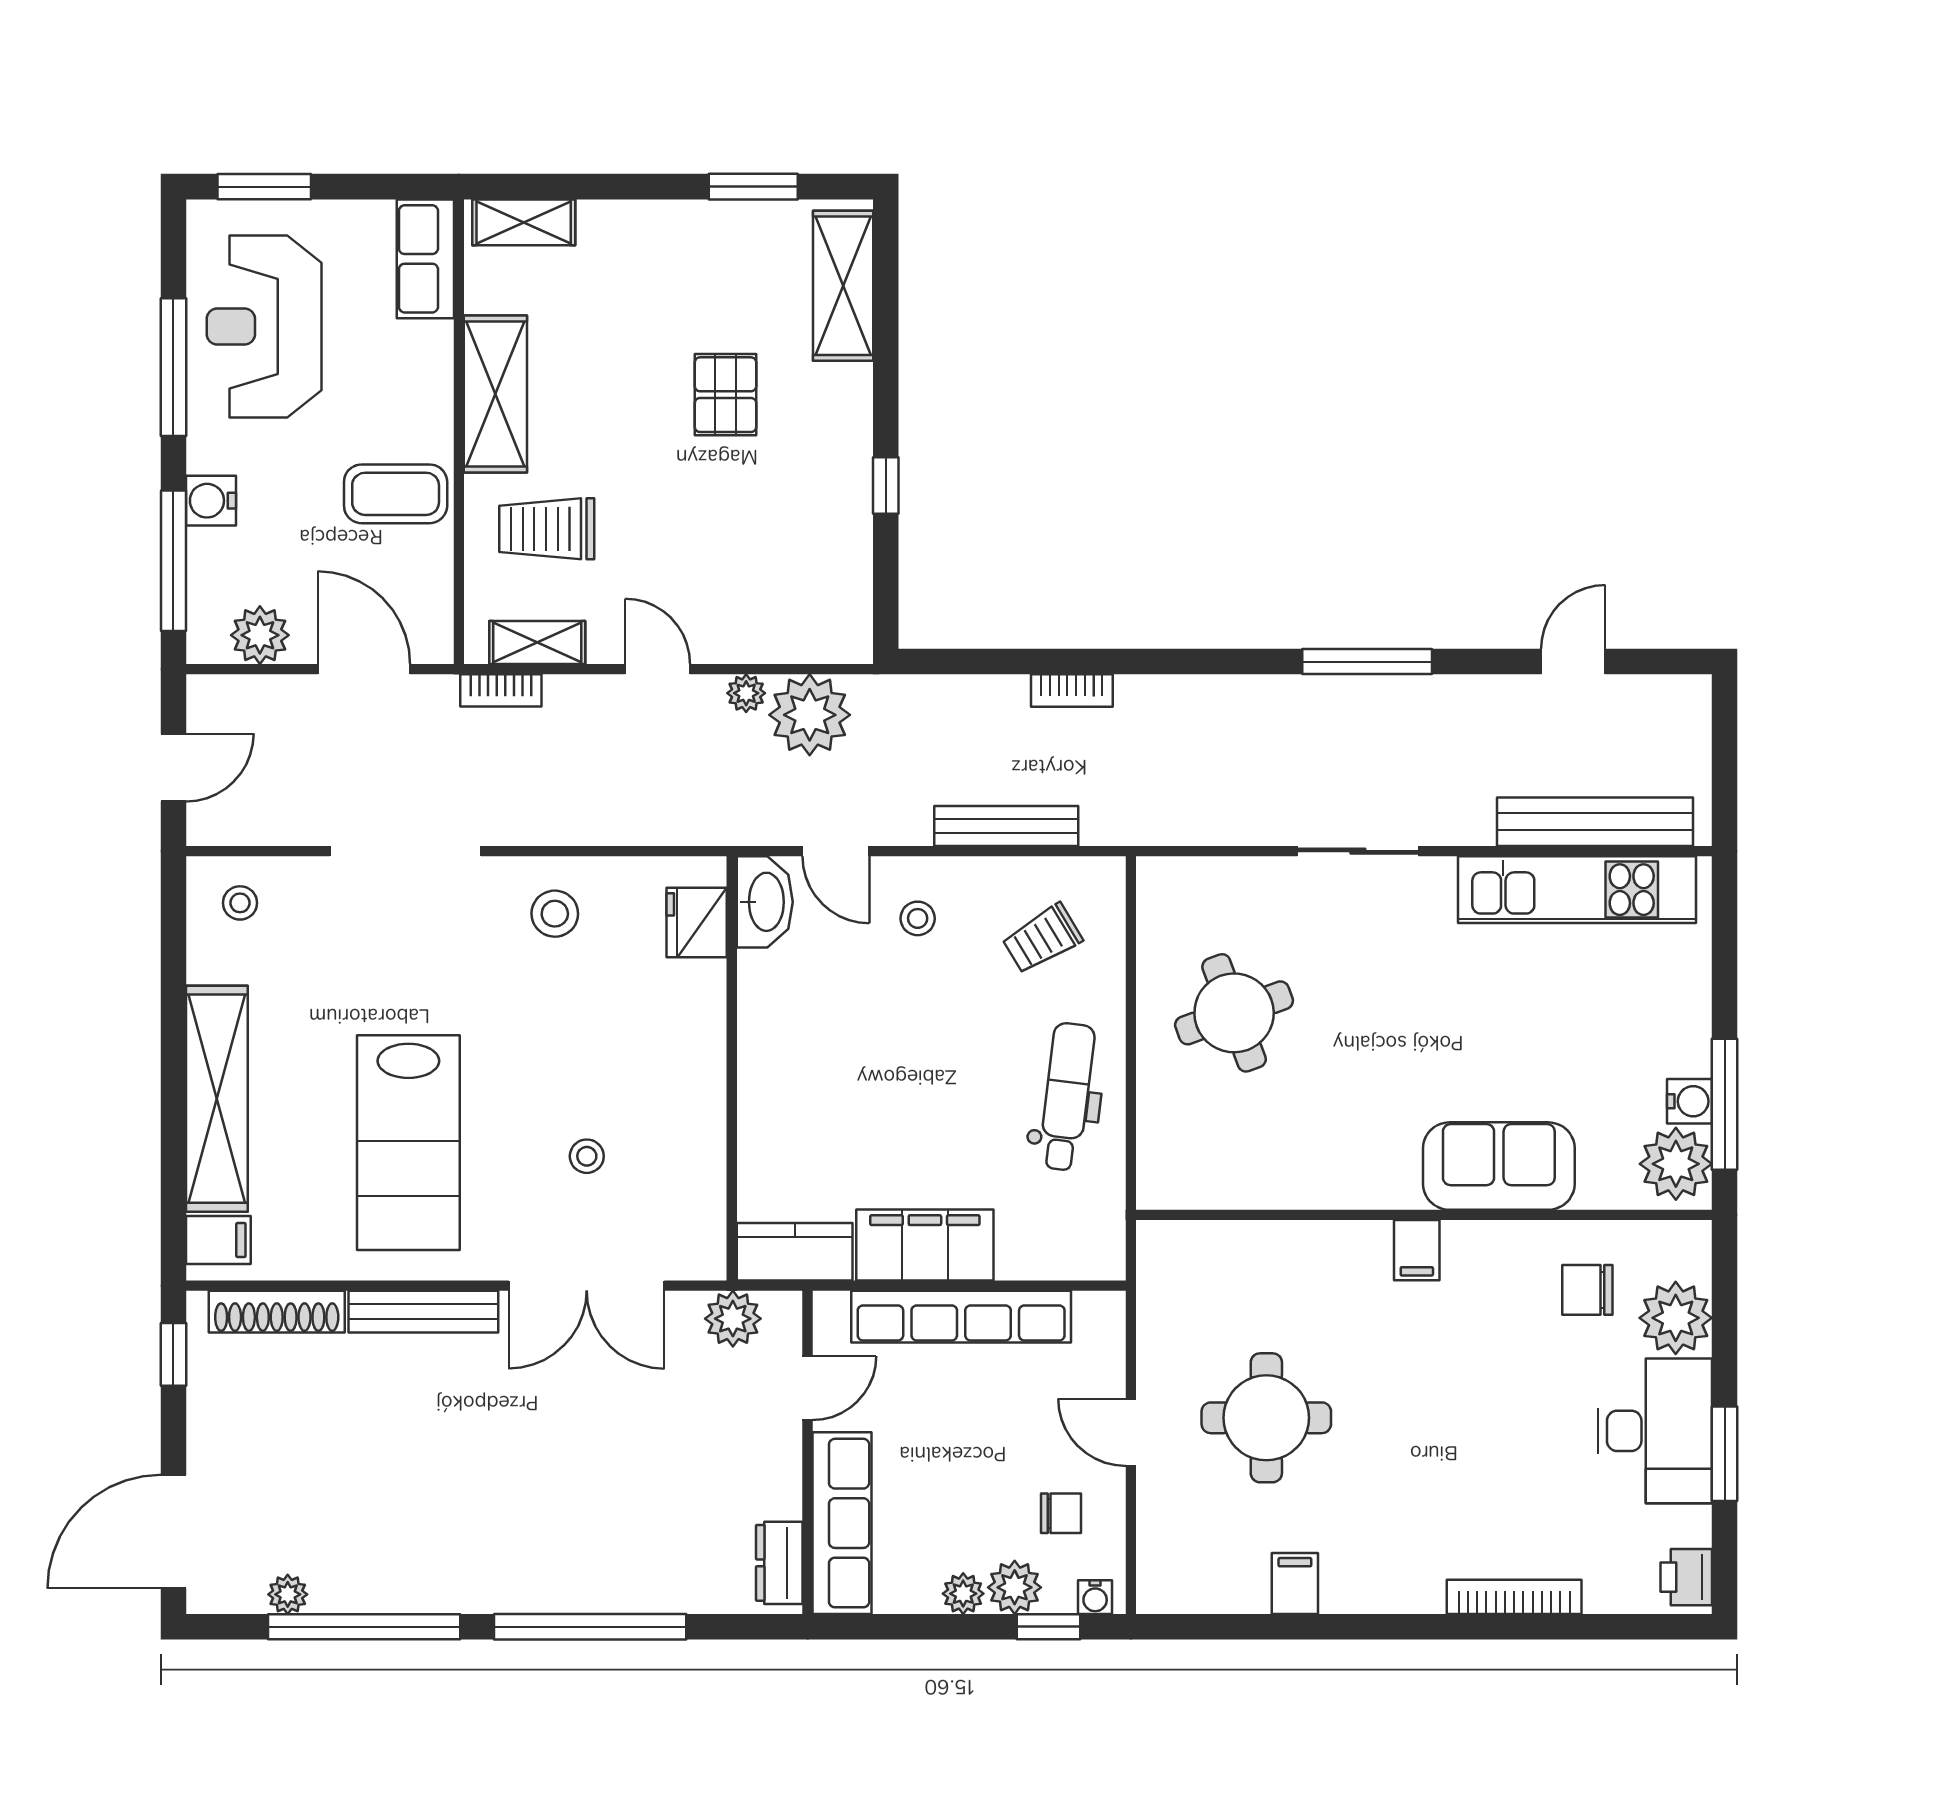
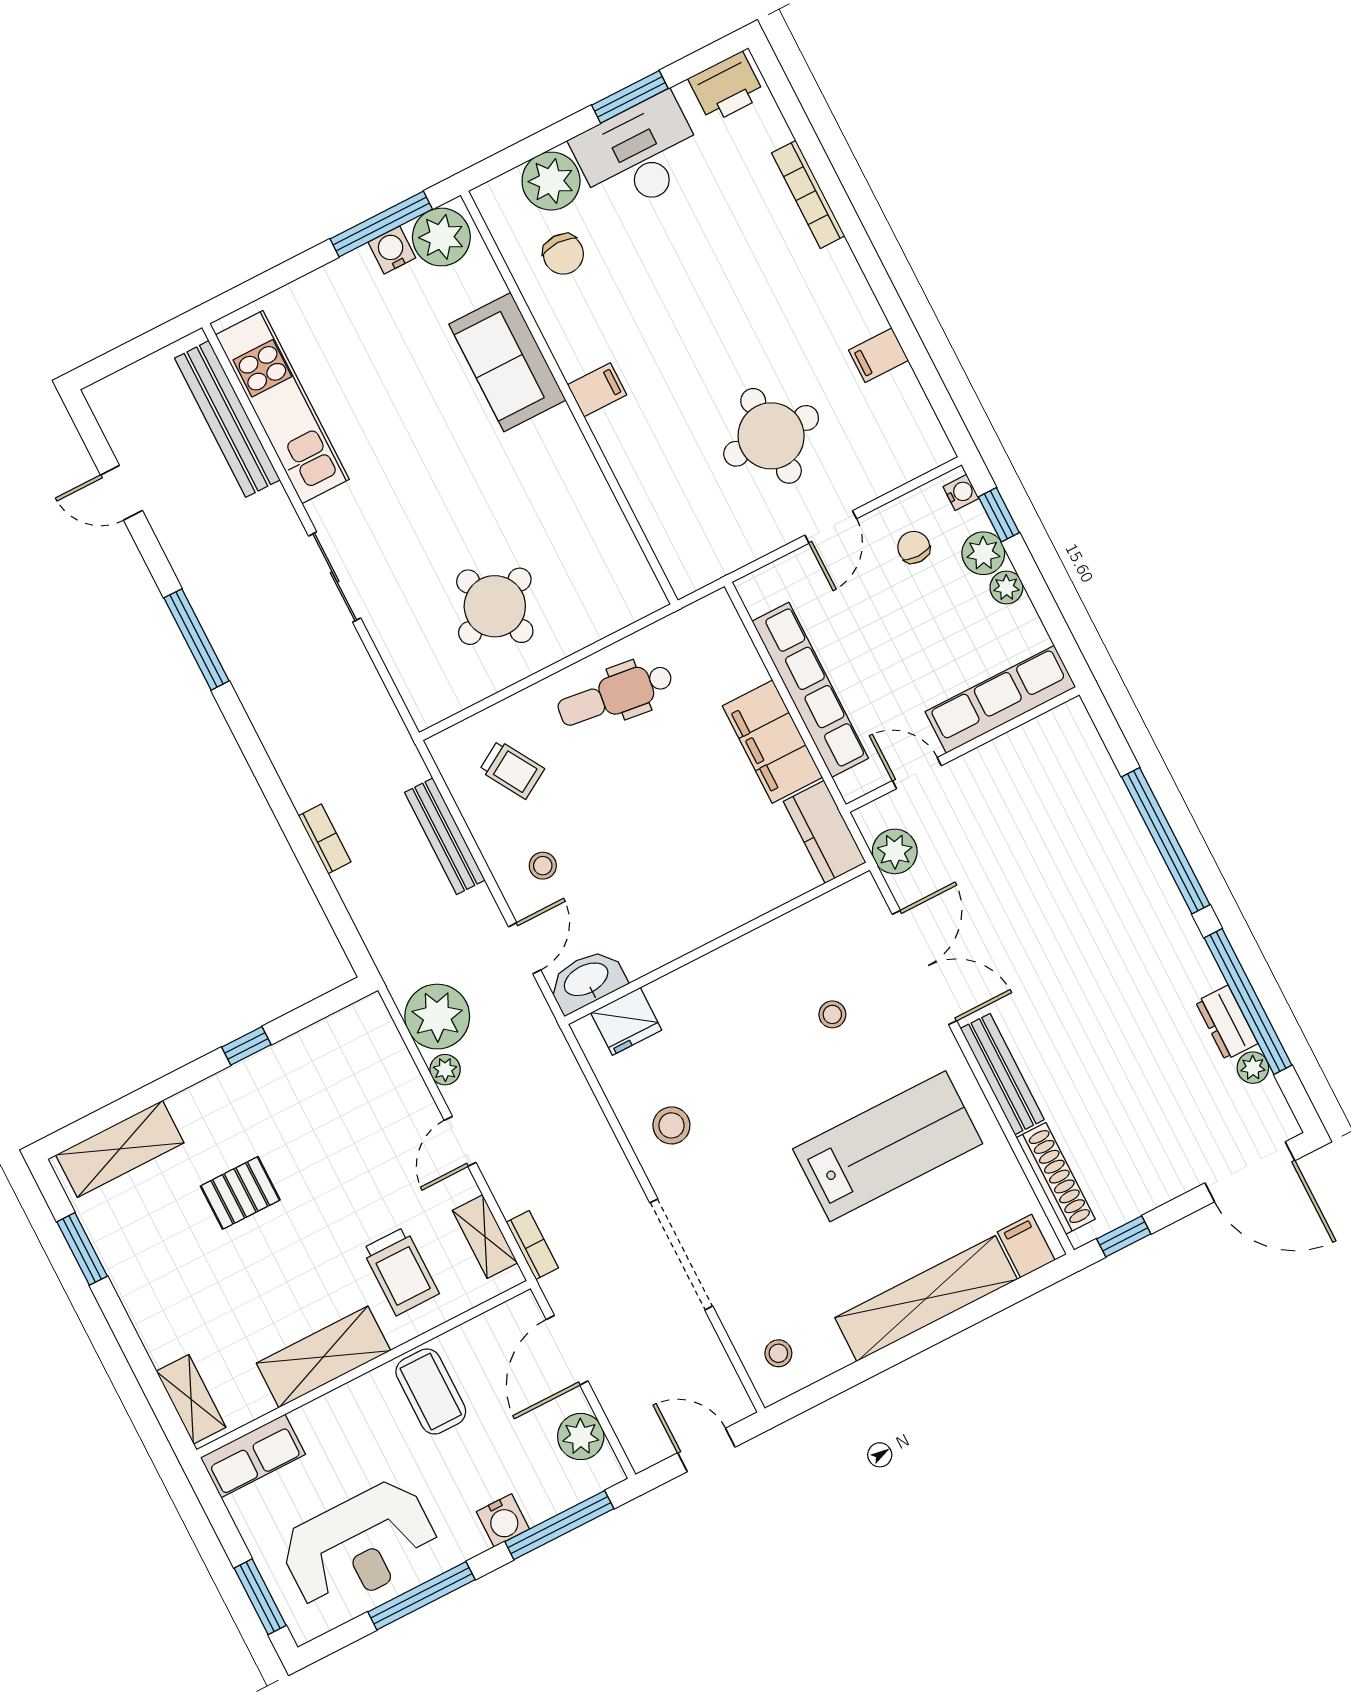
dresser: (779, 1563) -> (1227, 1023), moved, turned 90
printer: (1686, 1577) -> (726, 87), width x1.36, depth x1.24

